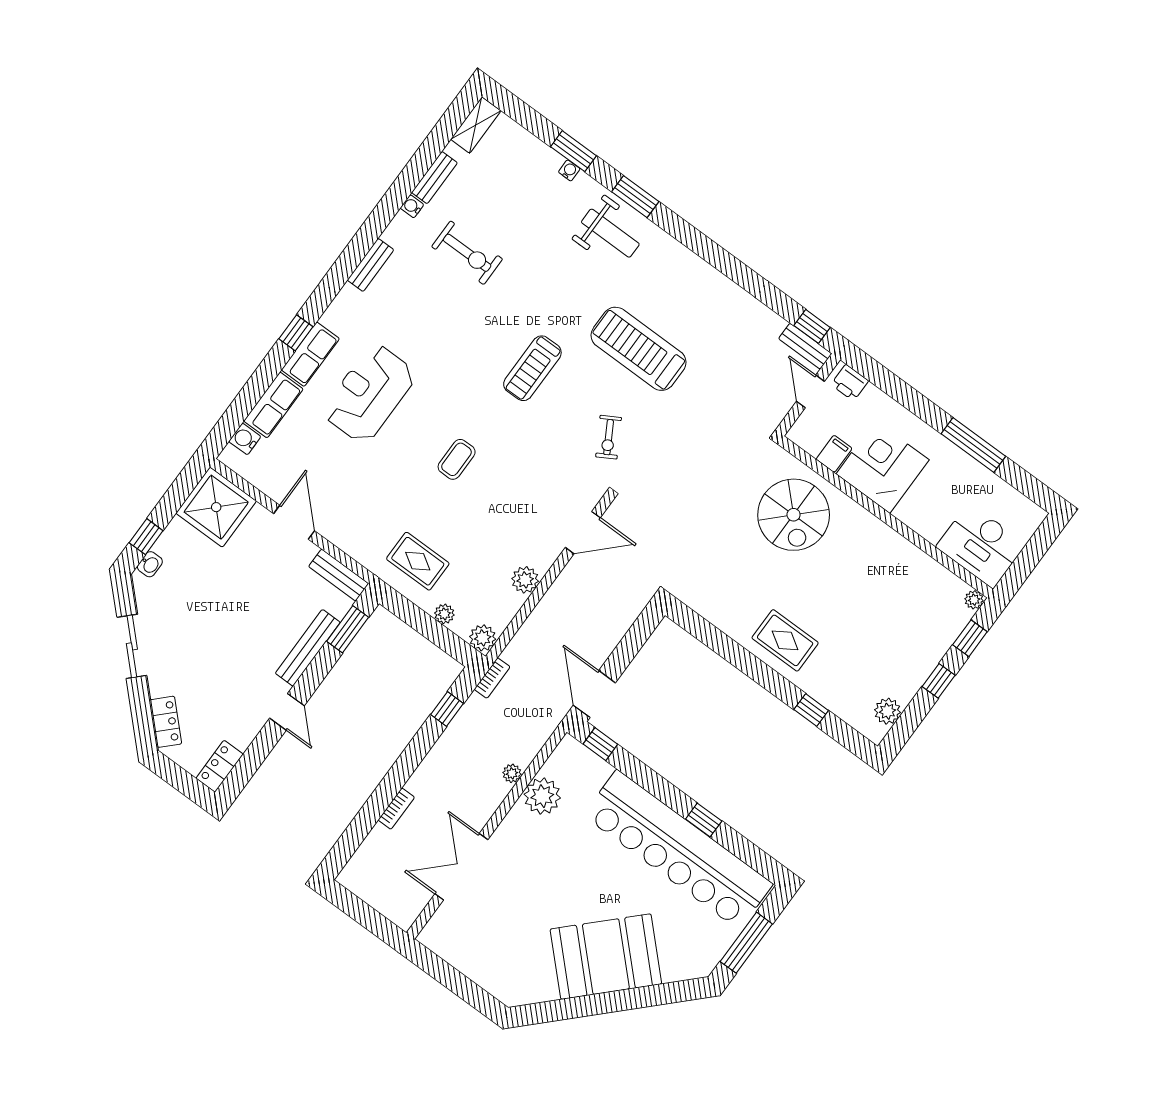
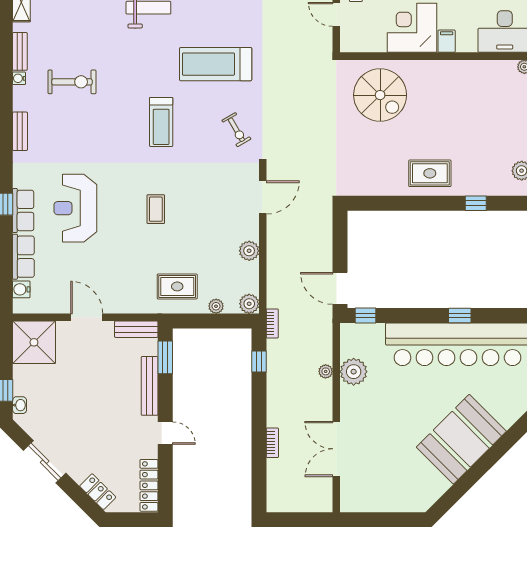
filing cabinet: (834, 454) -> (447, 41), moved
locker: (220, 766) -> (149, 485), width x1.53

